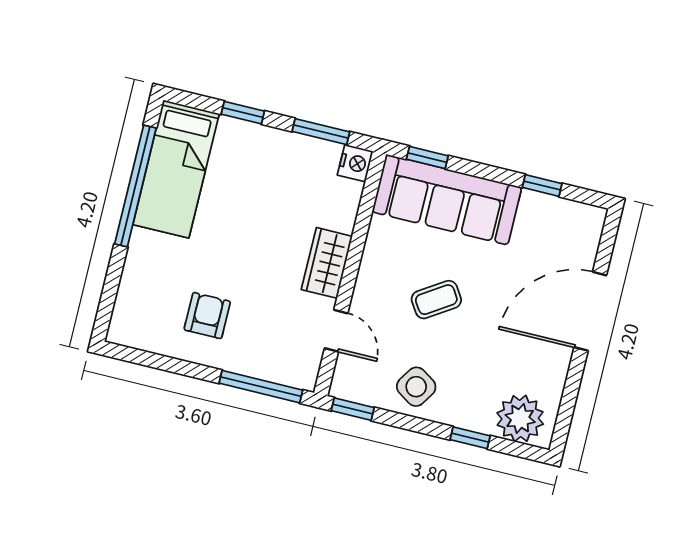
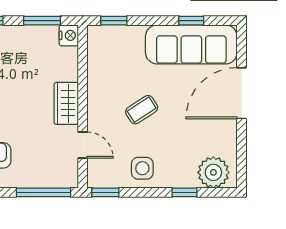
sofa: (447, 200) -> (191, 44), moved
side table: (416, 387) -> (142, 168), turned -33

